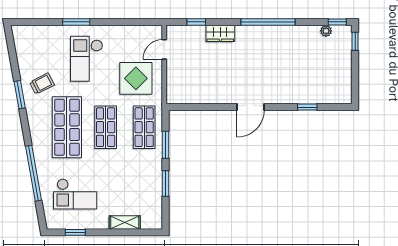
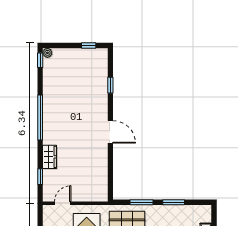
plant: (326, 31) -> (47, 53), moved
window: (355, 41) -> (89, 46), moved
door: (164, 49) -> (63, 203), swing flipped

